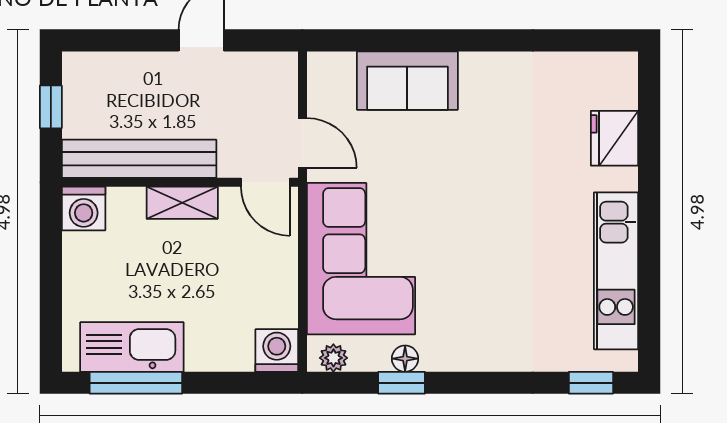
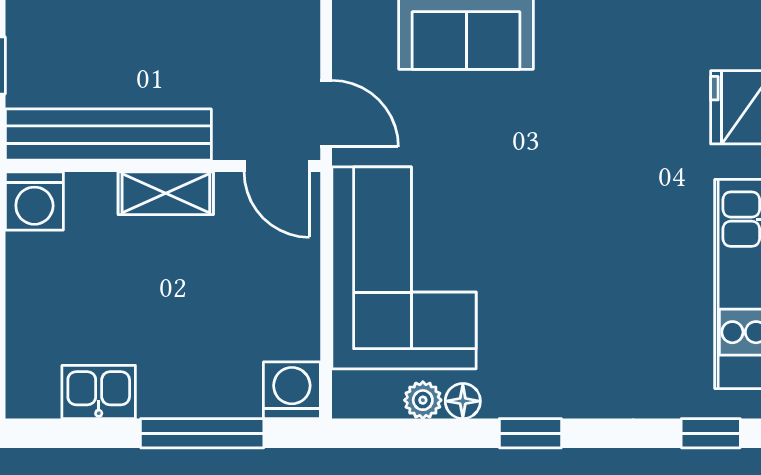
kitchen sink: (132, 347) -> (99, 392), width x0.53, depth x0.81
plant: (333, 358) -> (423, 400), moved
window: (136, 383) -> (202, 433), moved
window: (402, 383) -> (530, 433), moved

